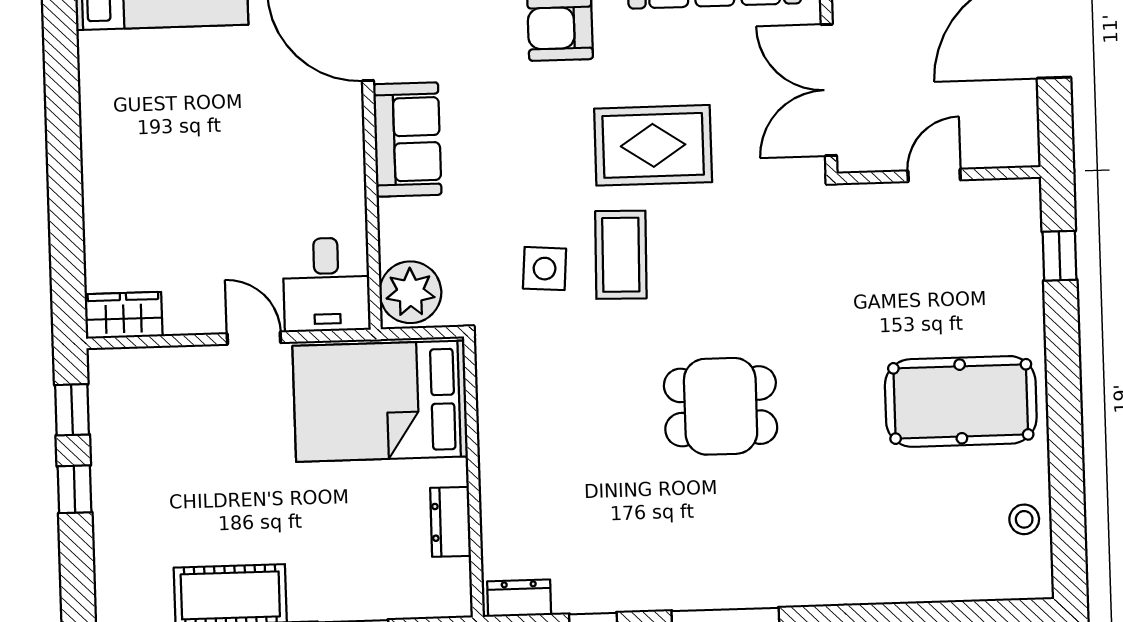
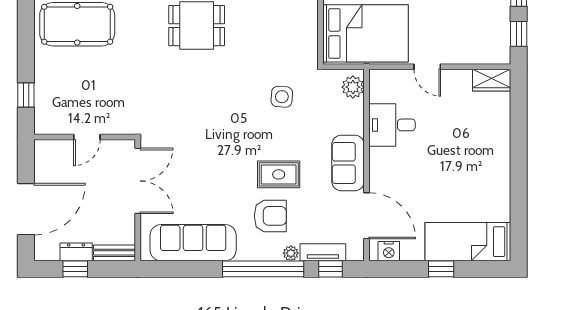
rug: (653, 145) -> (279, 174), moved, width x0.73, depth x0.70
coffee table: (621, 255) -> (244, 102), removed
desk: (327, 285) -> (392, 125), moved, turned -90
plant: (410, 292) -> (353, 87), width x0.73, depth x0.73

